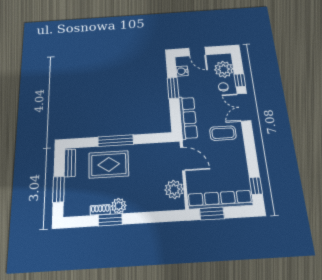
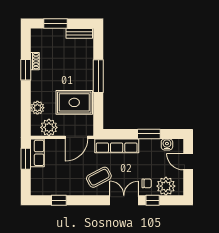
door: (197, 52) -> (188, 162), hinge flipped
coffee table: (223, 133) -> (99, 177), turned 62
rug: (109, 164) -> (74, 102), moved, turned 90
window: (256, 186) -> (59, 200), moved
row of seats: (220, 200) -> (37, 153), width x0.50
plant: (119, 206) -> (37, 108), moved

